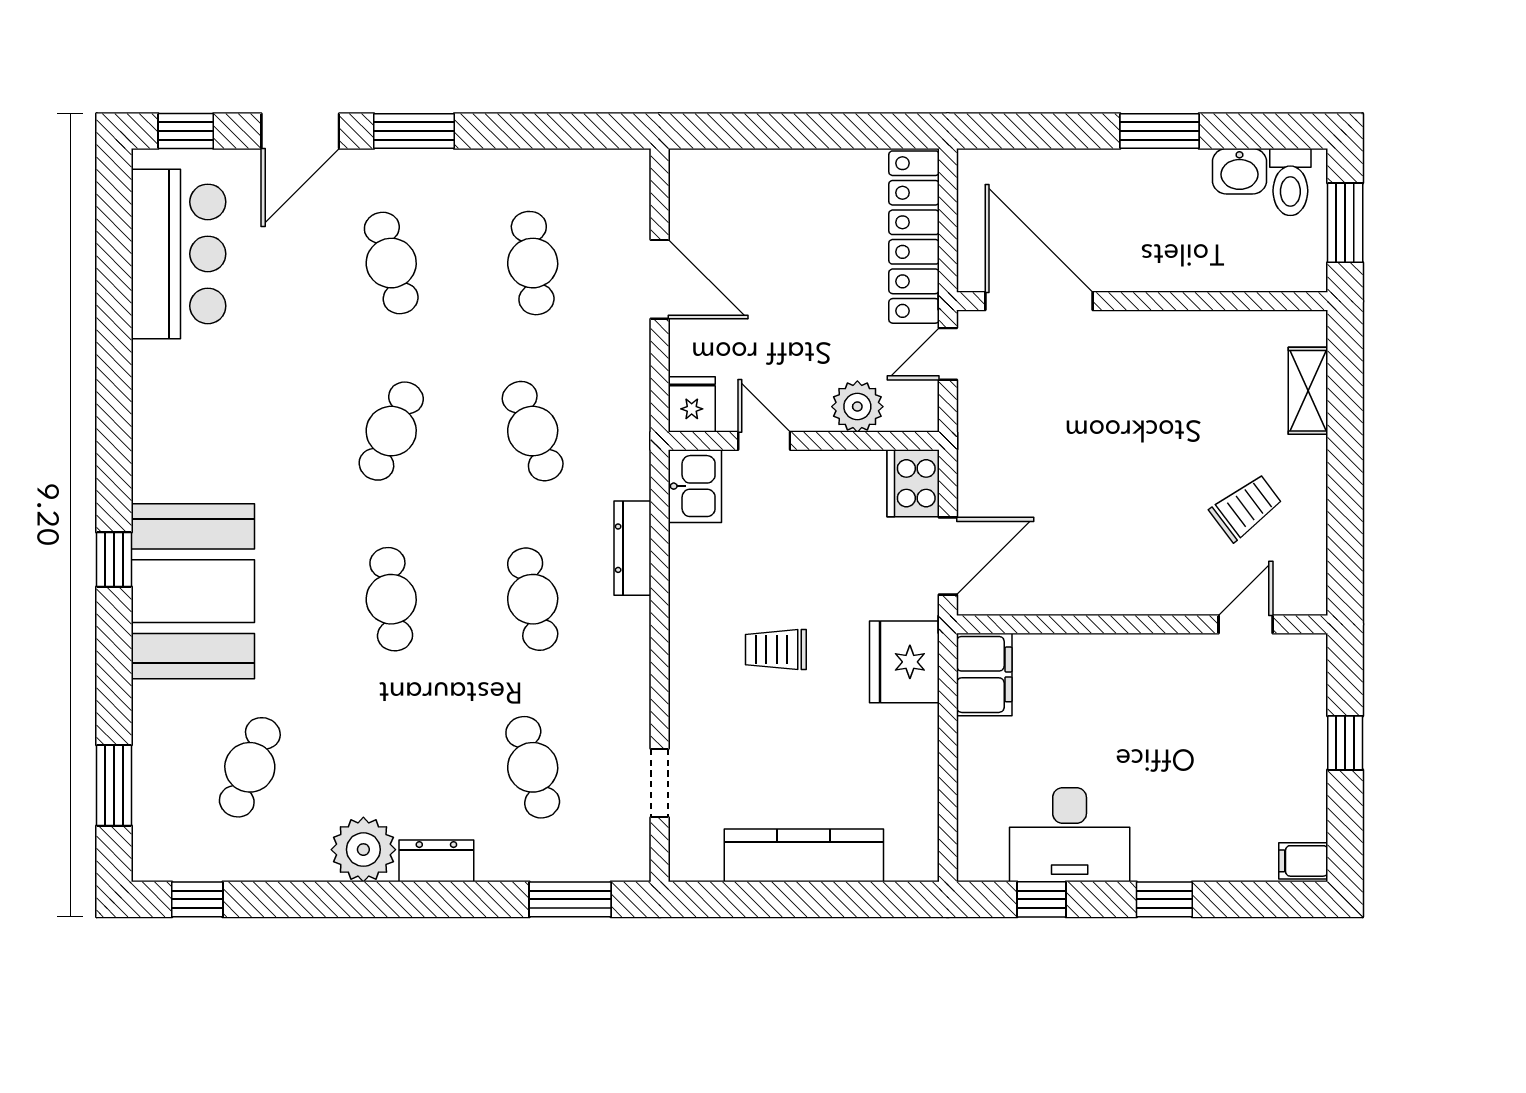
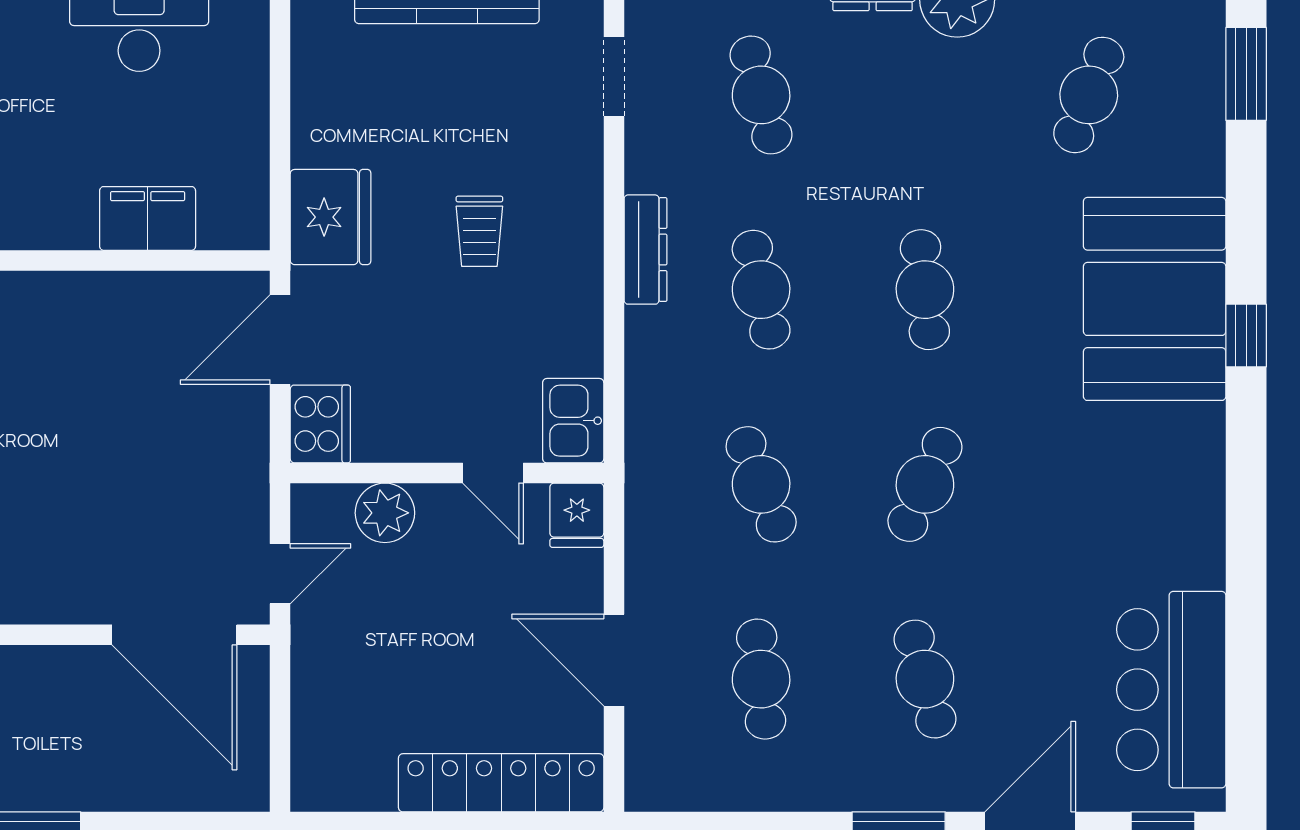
locker: (914, 237) -> (501, 783), moved, turned -90
dresser: (633, 548) -> (645, 250), moved
trolley: (776, 650) -> (479, 231), turned 90
filing cabinet: (984, 674) -> (148, 218), moved, turned 90

